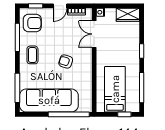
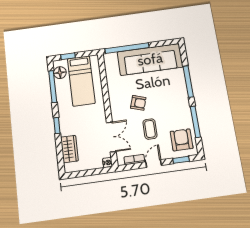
wardrobe: (128, 15) -> (69, 149), moved, turned 90
armchair: (32, 23) -> (182, 140), turned 90
coffee table: (32, 55) -> (150, 129), moved
window: (17, 88) -> (188, 81), moved
floor lamp: (134, 100) -> (60, 73), added

